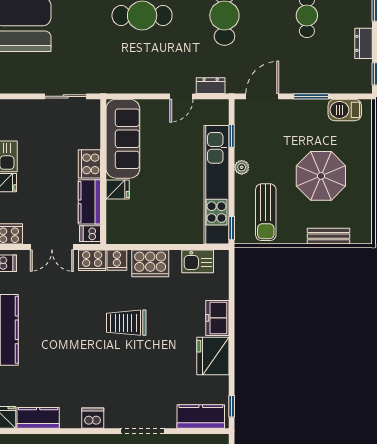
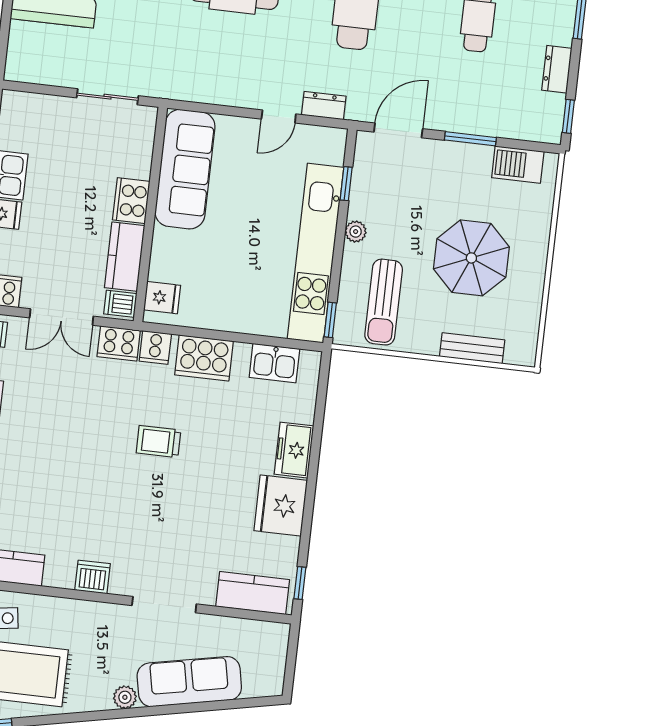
fridge: (118, 189) -> (162, 298), moved
trolley: (126, 323) -> (159, 442), width x0.73, depth x0.72

